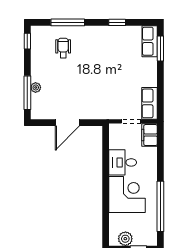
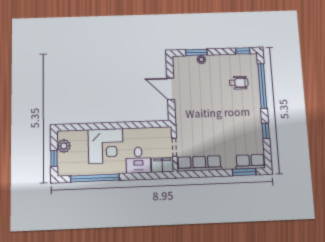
window: (68, 22) -> (262, 86), width x1.46
window: (27, 93) -> (196, 52), width x0.69
row of seats: (149, 103) -> (199, 164), width x1.48
desk: (123, 162) -> (138, 160), moved, turned 180

